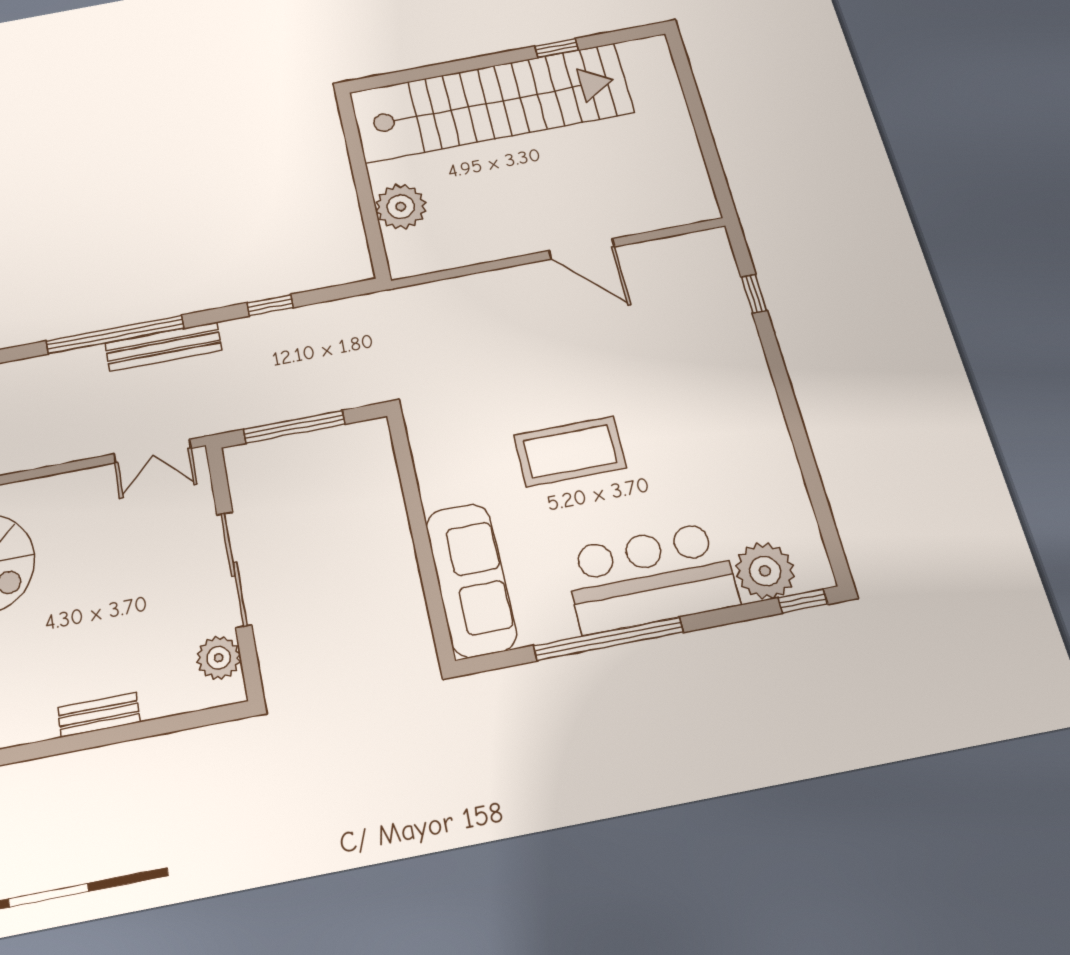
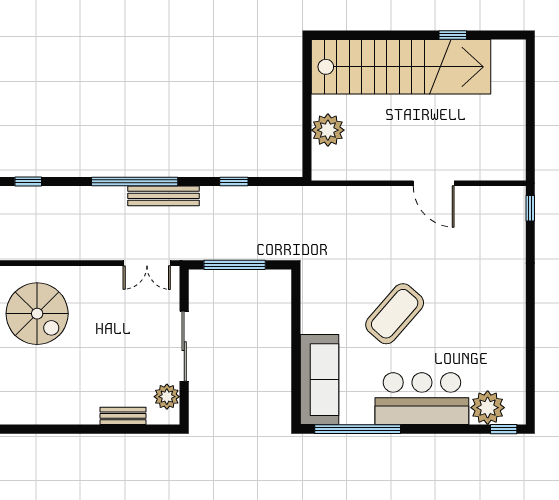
window: (754, 294) -> (530, 208), moved
coffee table: (570, 451) -> (395, 314), turned -49
window: (609, 639) -> (358, 429), moved
bench: (99, 715) -> (123, 416), moved

